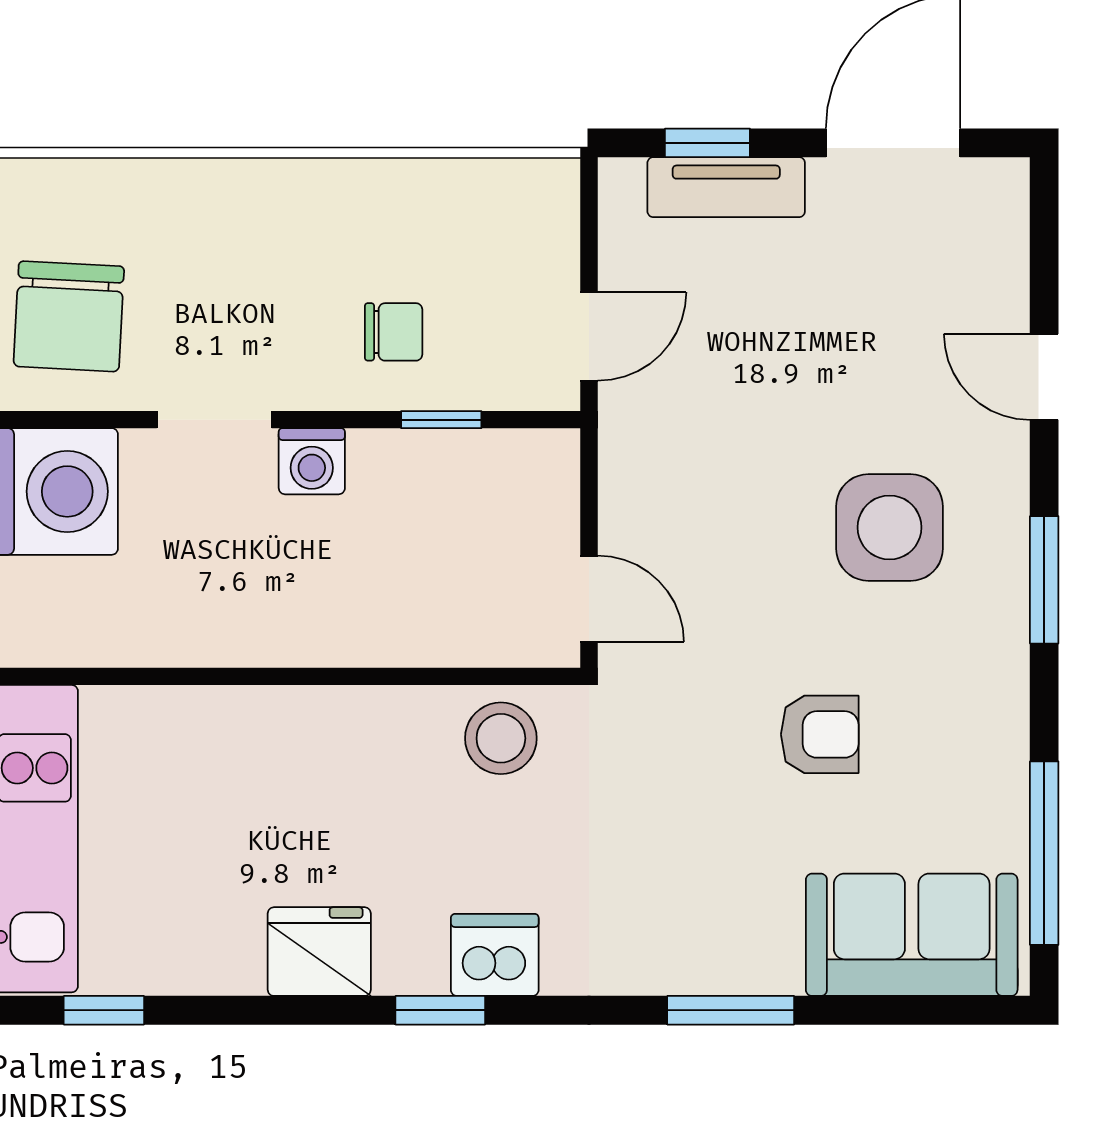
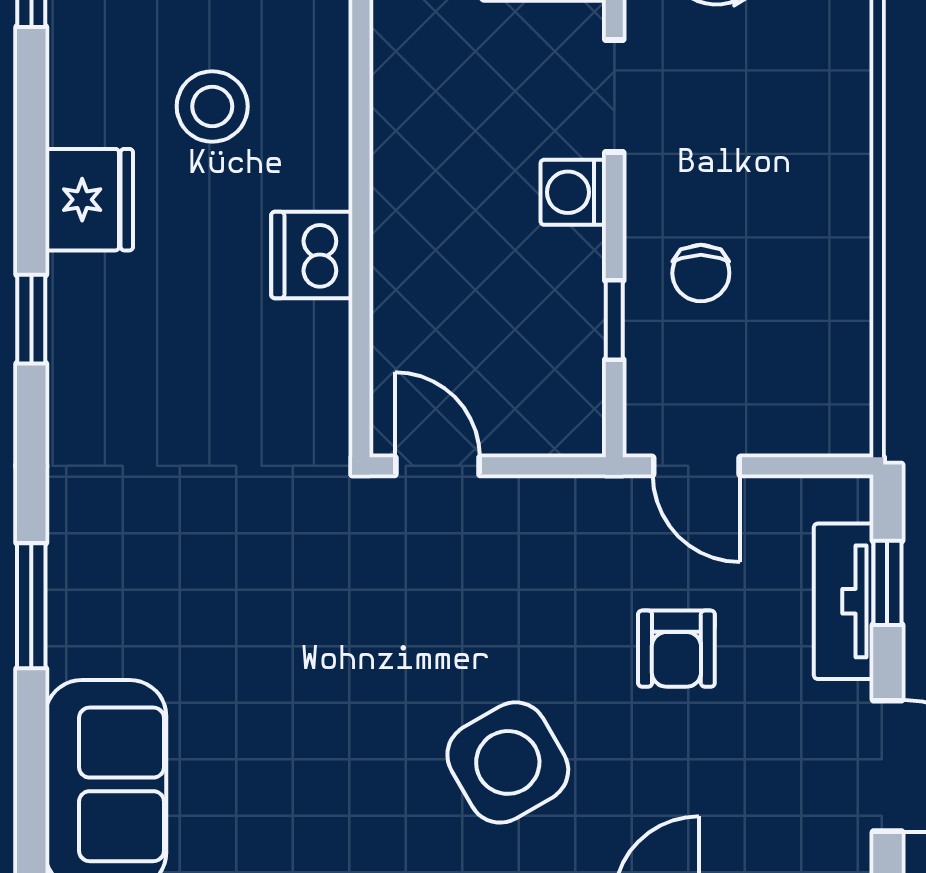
side table: (889, 527) -> (508, 762), turned -30
door: (589, 599) -> (437, 466), swing flipped
armchair: (820, 734) -> (676, 649), moved
stool: (501, 738) -> (212, 106), moved
dishwasher: (495, 955) -> (312, 255), moved, turned 180

